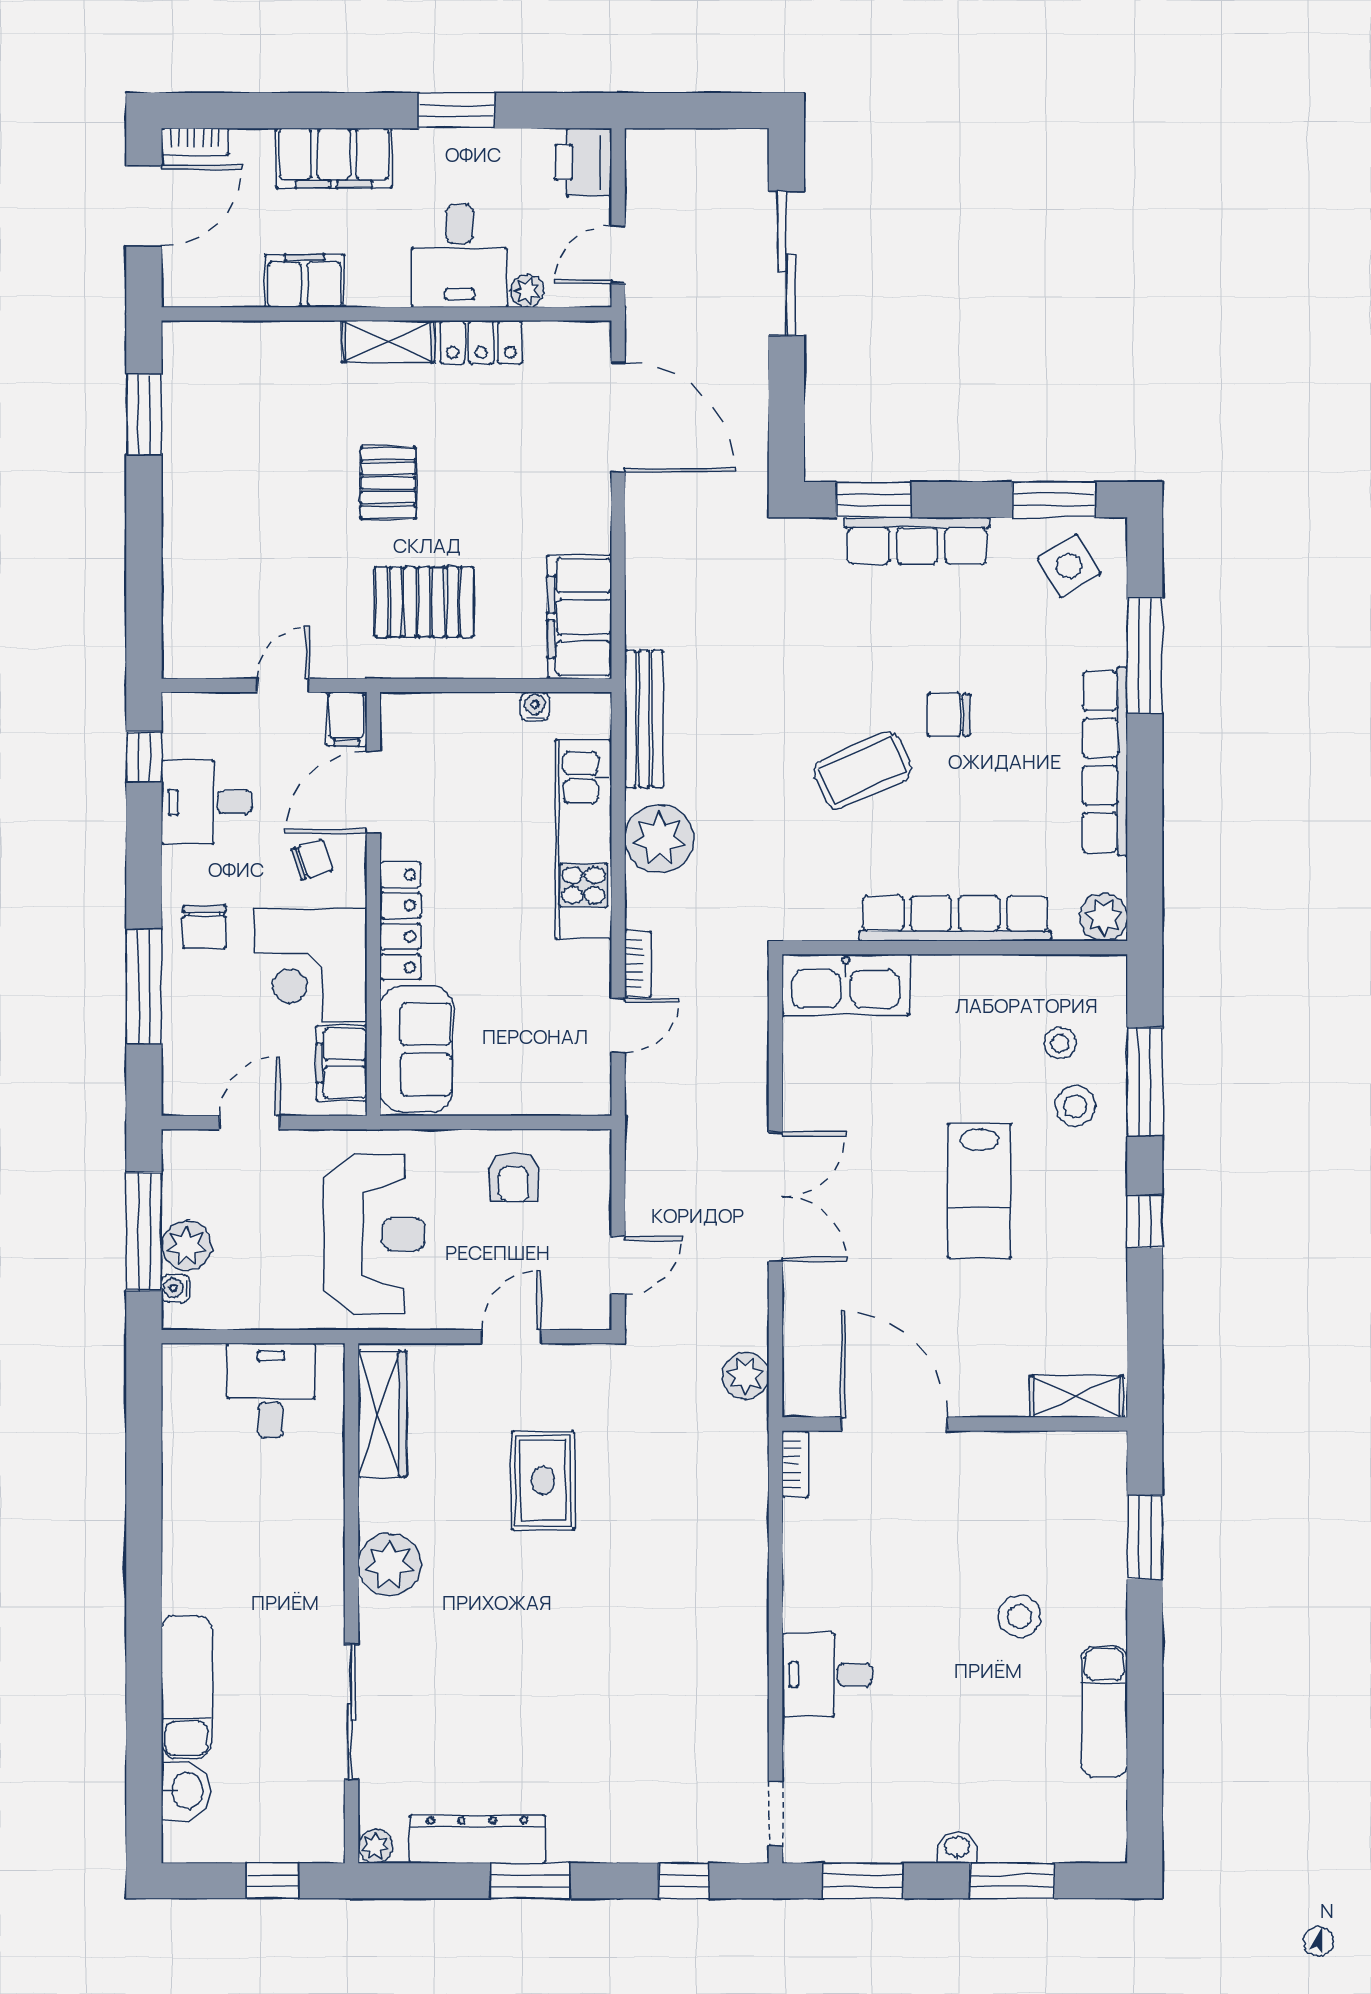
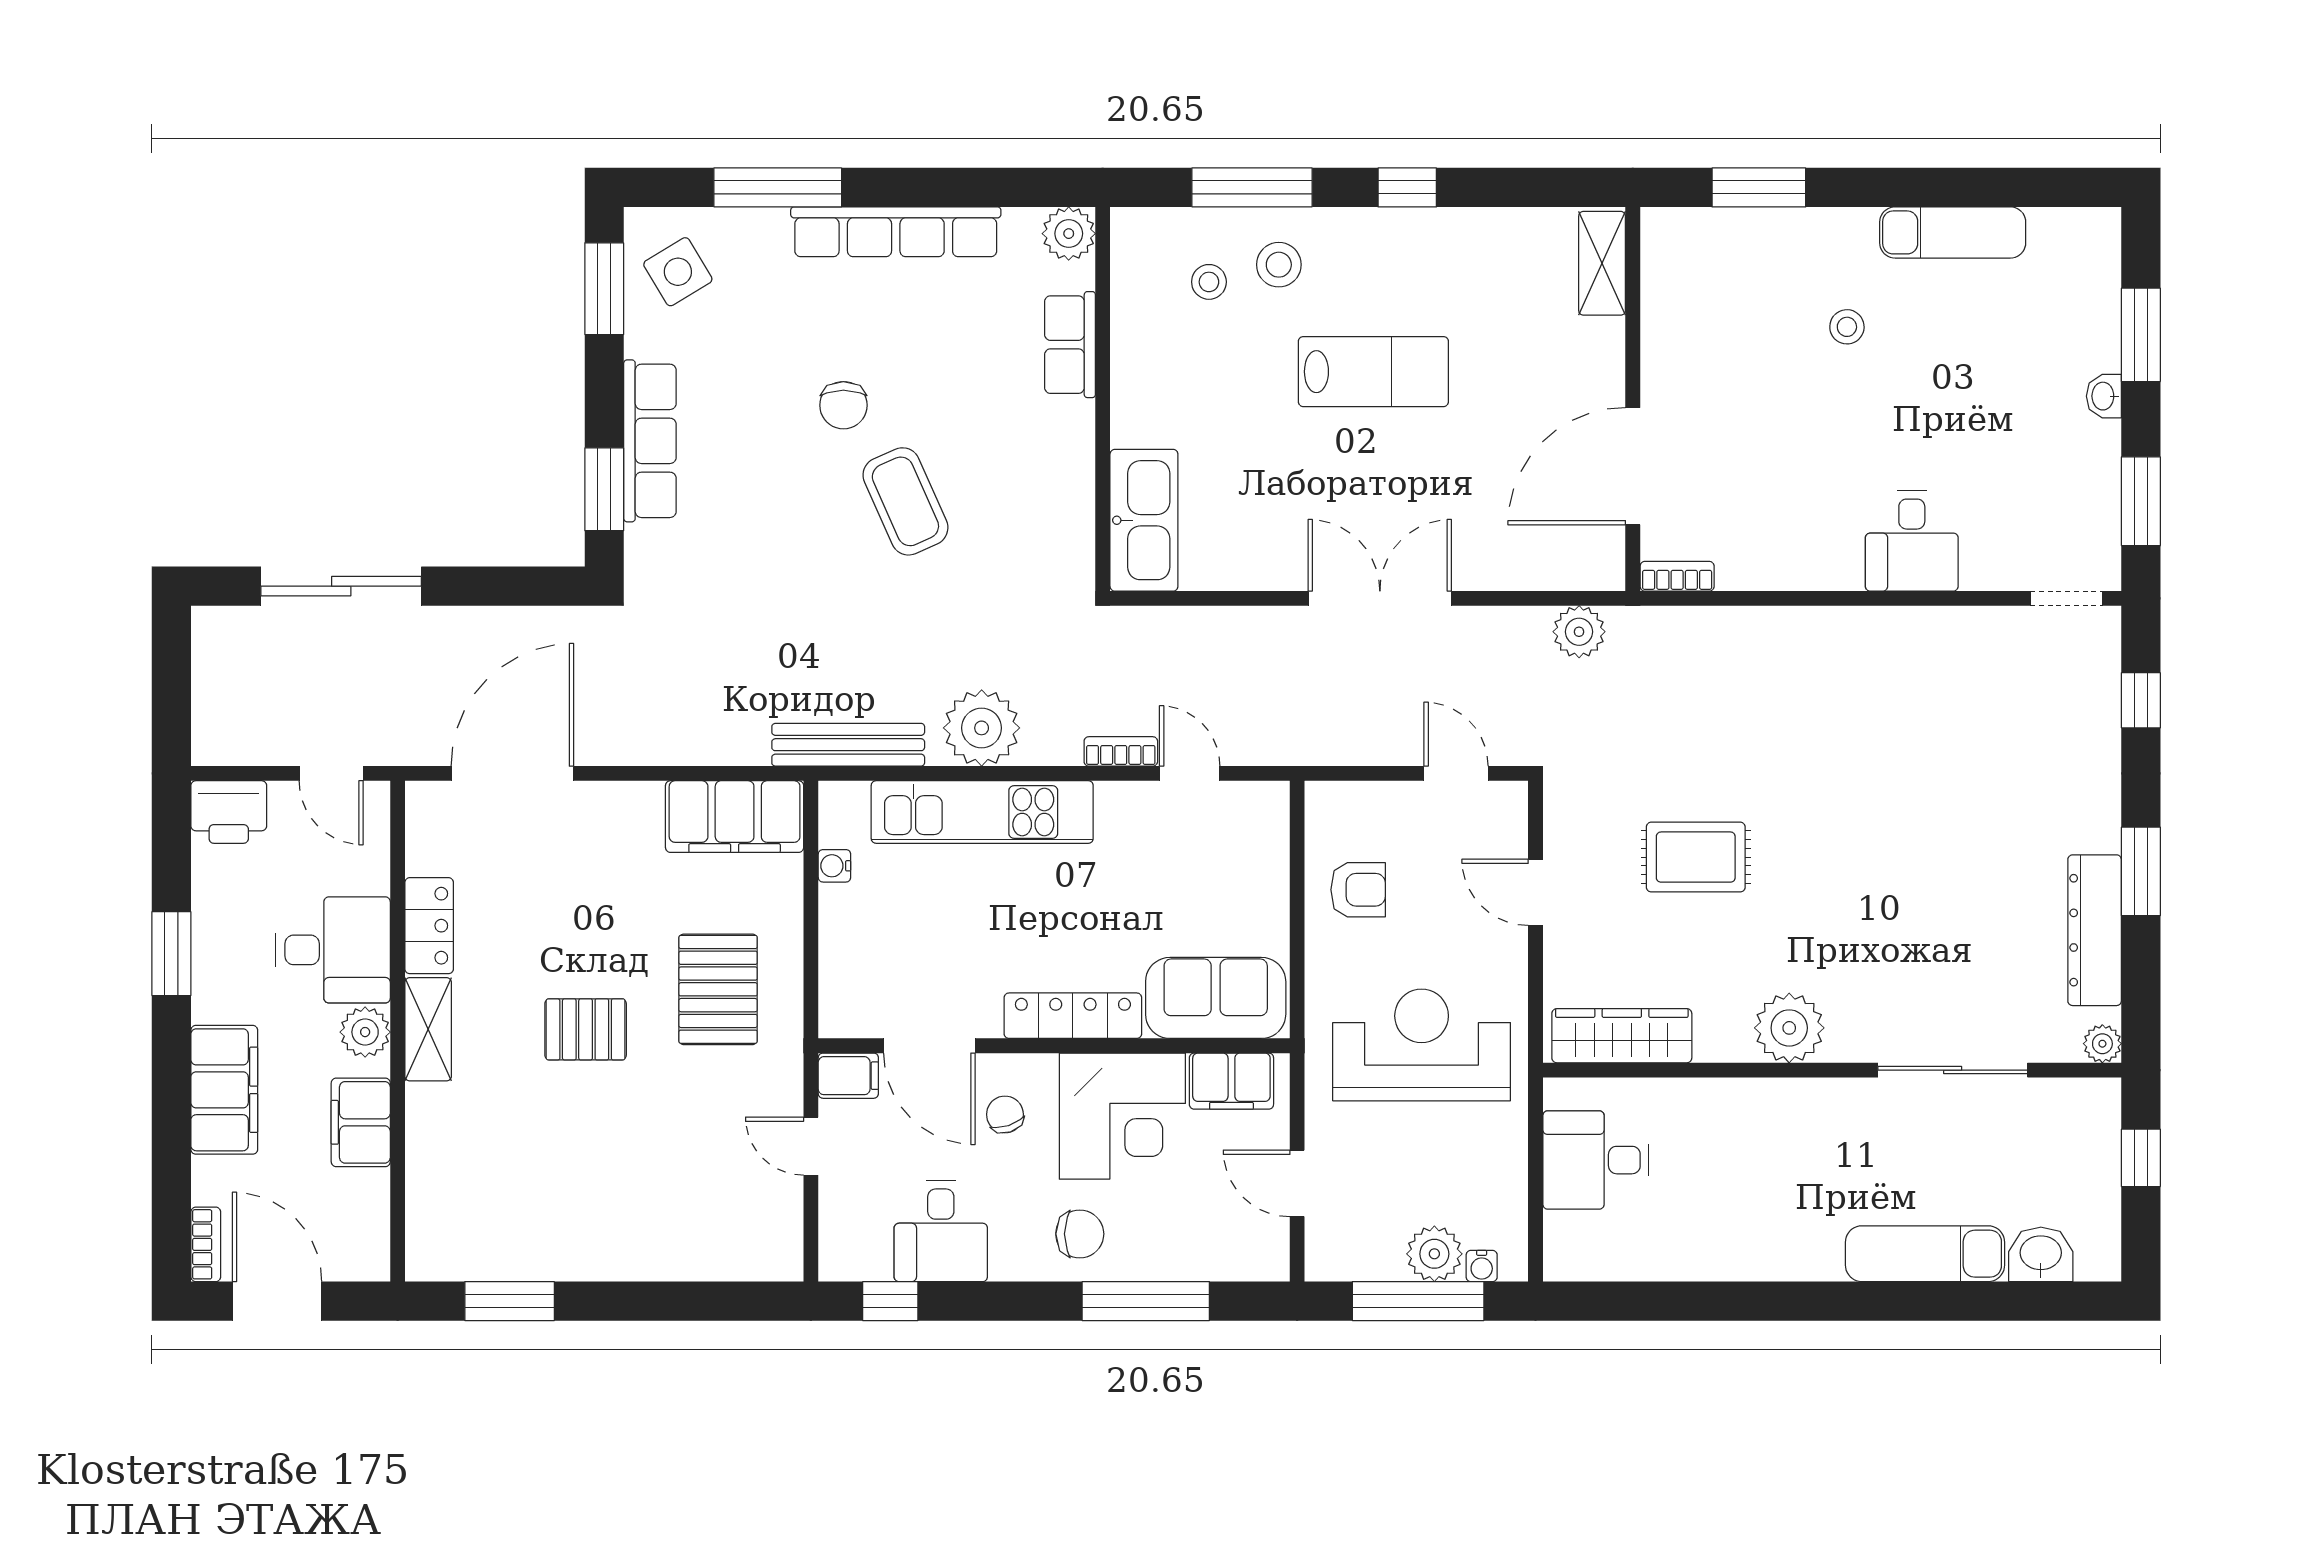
plant: (527, 291) -> (365, 1032), moved, width x1.38, depth x1.38
row of seats: (955, 918) -> (1070, 345), width x0.50
stool: (1020, 1617) -> (1847, 327), width x0.73, depth x0.73

